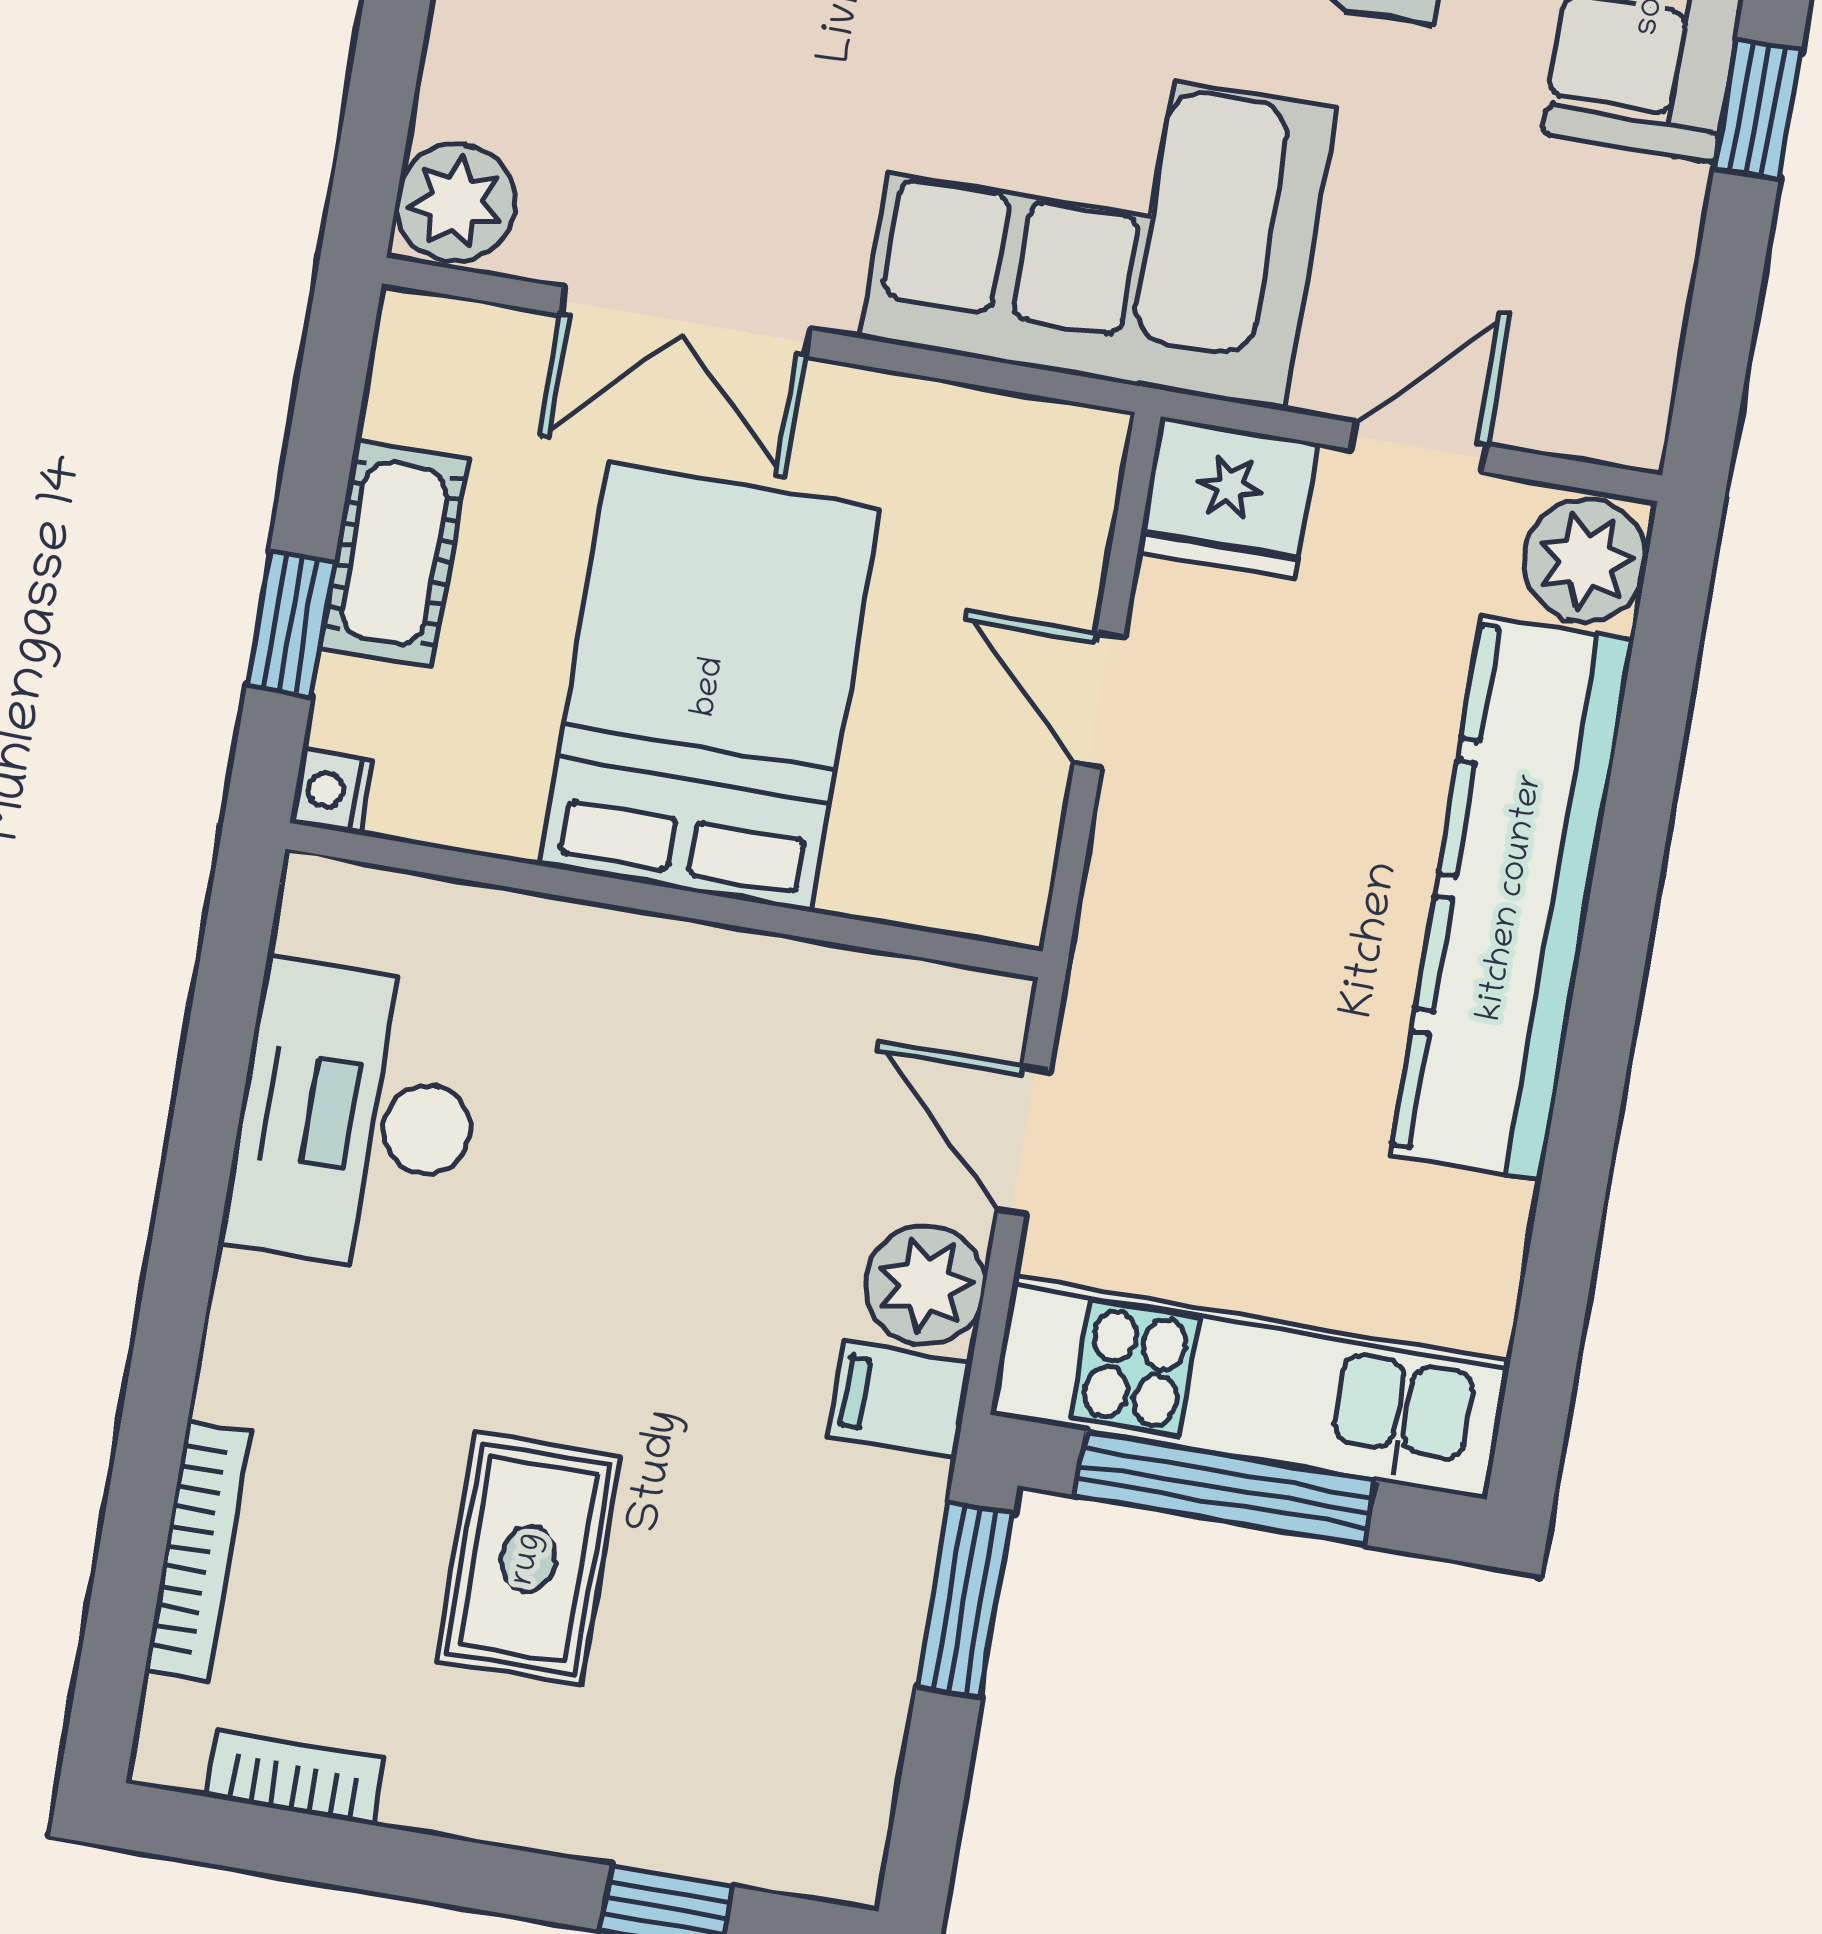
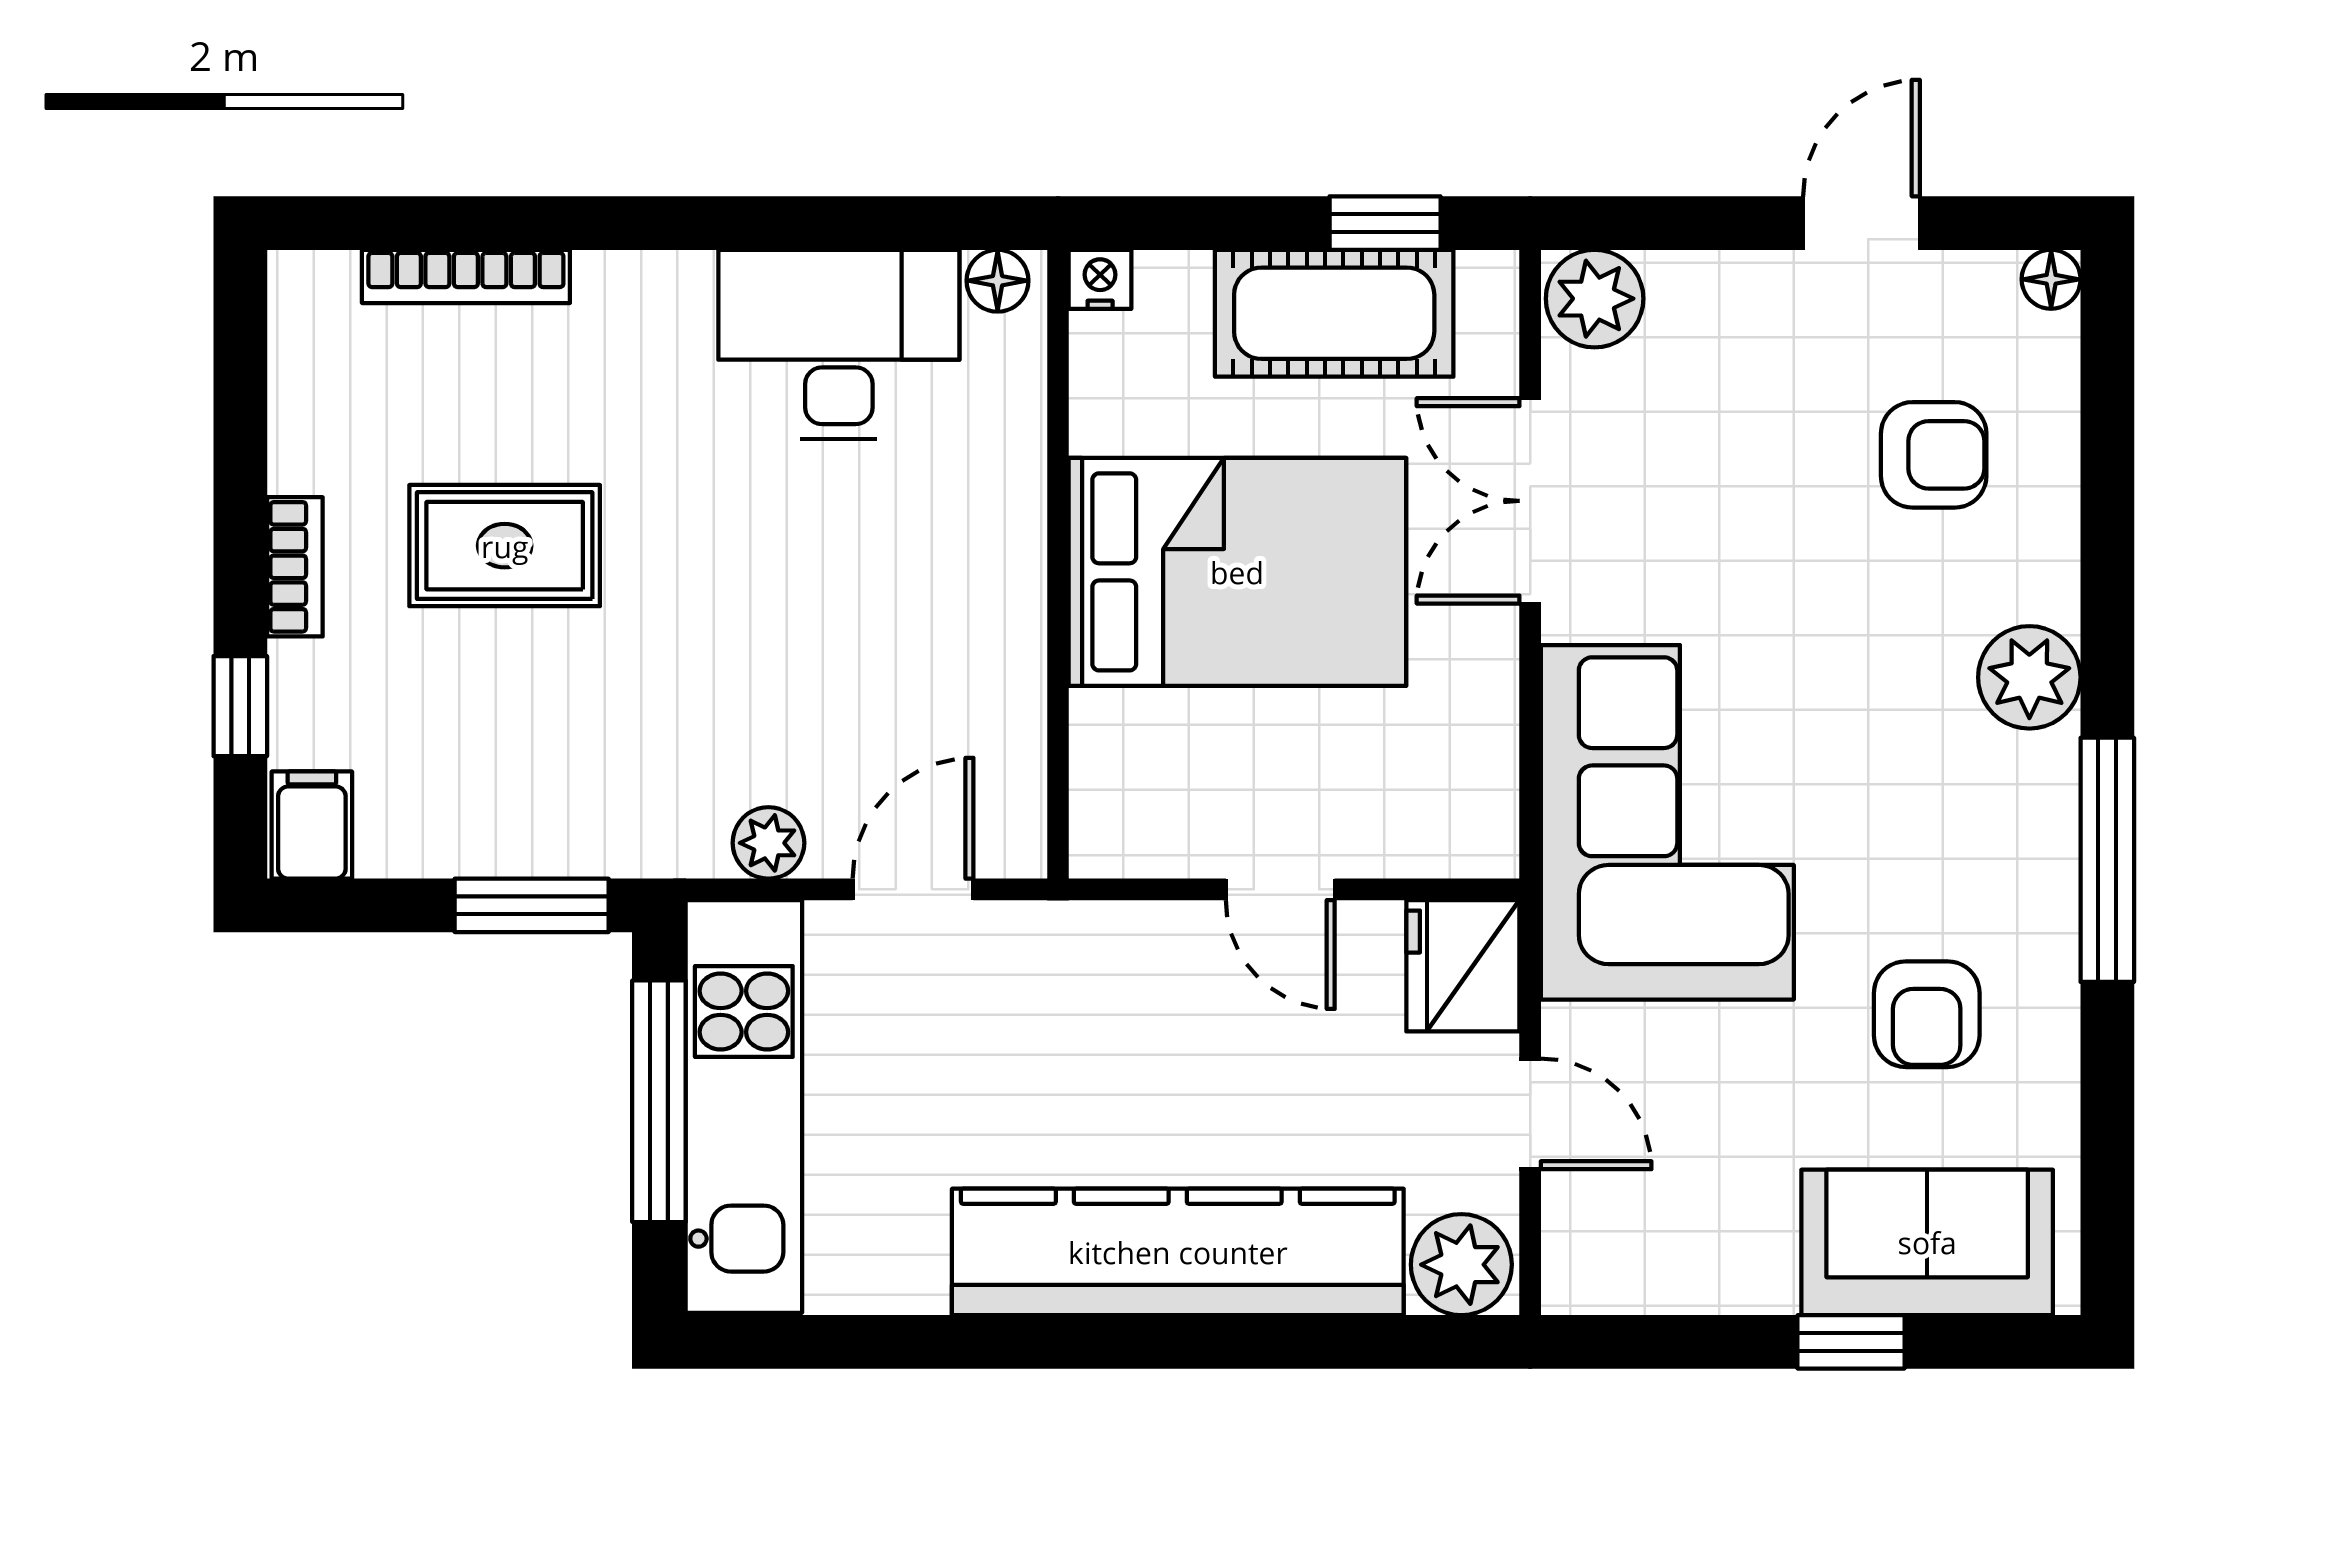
cot: (394, 553) -> (1334, 313), width x1.37, depth x1.34
window: (291, 624) -> (1385, 223), moved
door: (1099, 700) -> (1280, 889), swing flipped
floor lamp: (312, 915) -> (998, 281), added
plant: (925, 1285) -> (768, 843), width x0.73, depth x0.73
filing cabinet: (900, 1400) -> (312, 825), moved
bookcase: (295, 1778) -> (295, 567), moved

